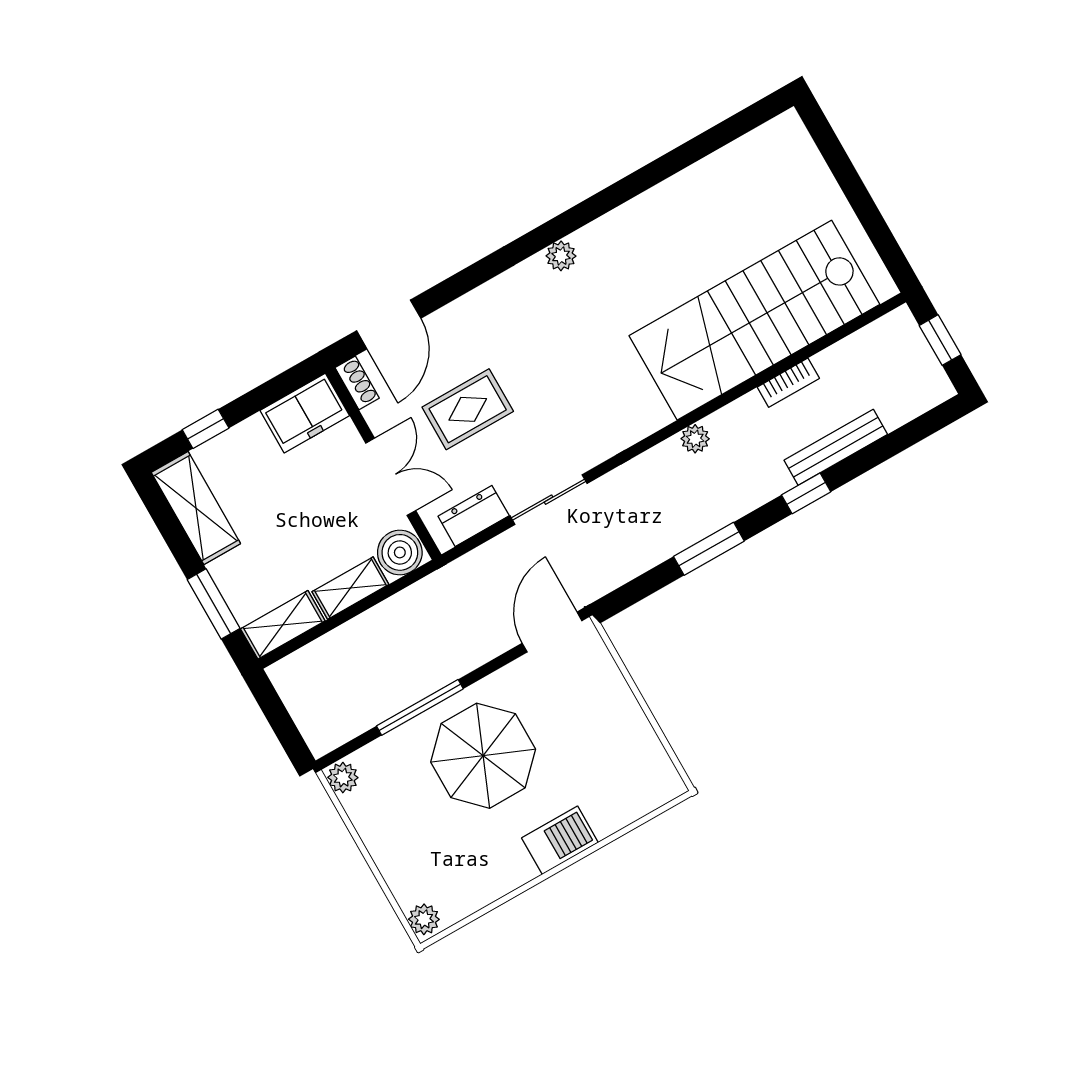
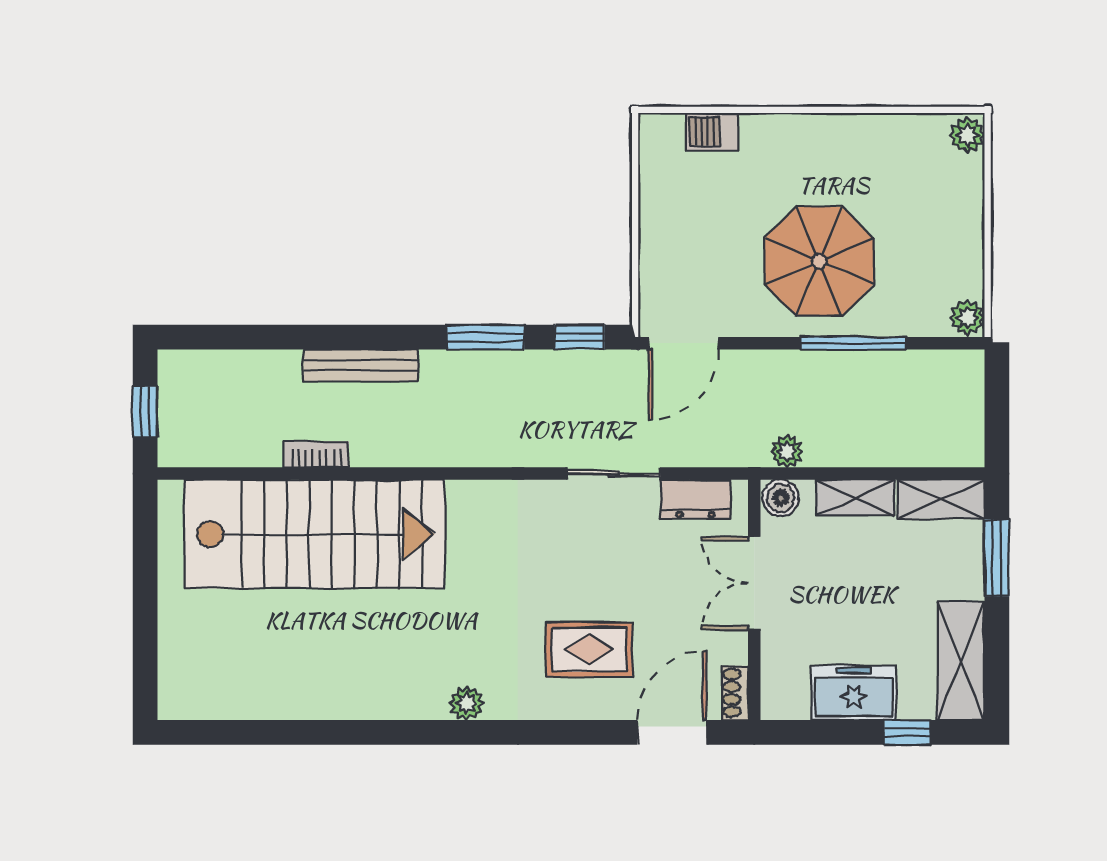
rug: (468, 409) -> (589, 650), moved
freezer: (305, 413) -> (854, 693), moved
plant: (695, 439) -> (787, 452), moved
bench: (836, 447) -> (361, 365), moved
window: (806, 493) -> (580, 337), moved
boiler: (400, 552) -> (781, 498), width x0.73, depth x0.73
barbecue: (560, 840) -> (712, 132), moved, width x0.73, depth x0.79

